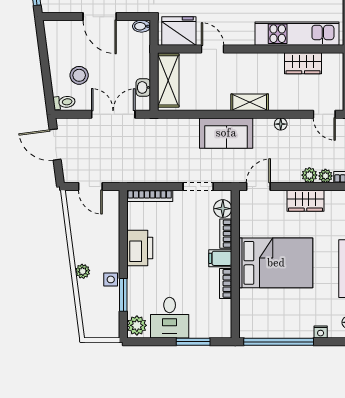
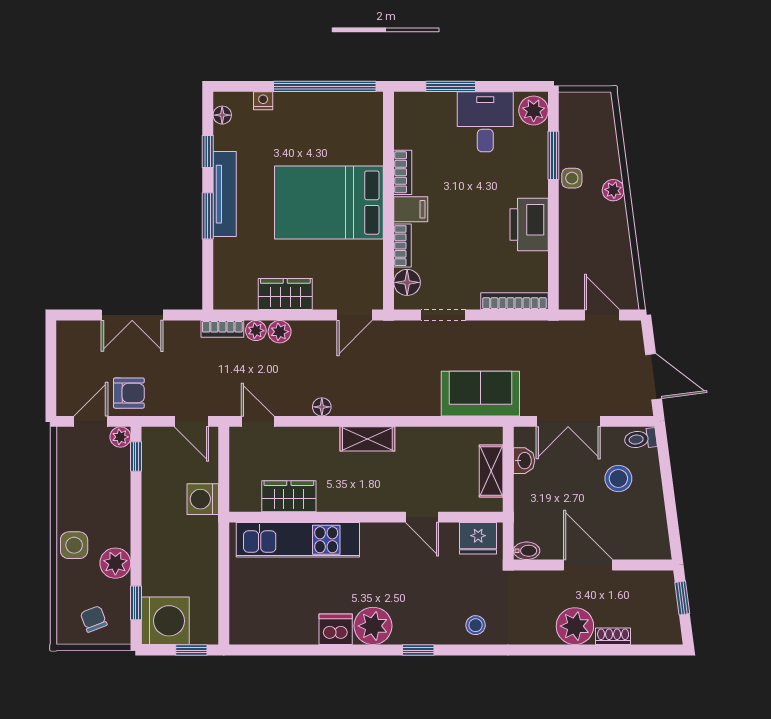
fridge: (179, 31) -> (478, 538), width x0.73, depth x0.75
shelving: (168, 80) -> (491, 471), width x0.67, depth x0.75
sofa: (226, 133) -> (480, 394), moved

